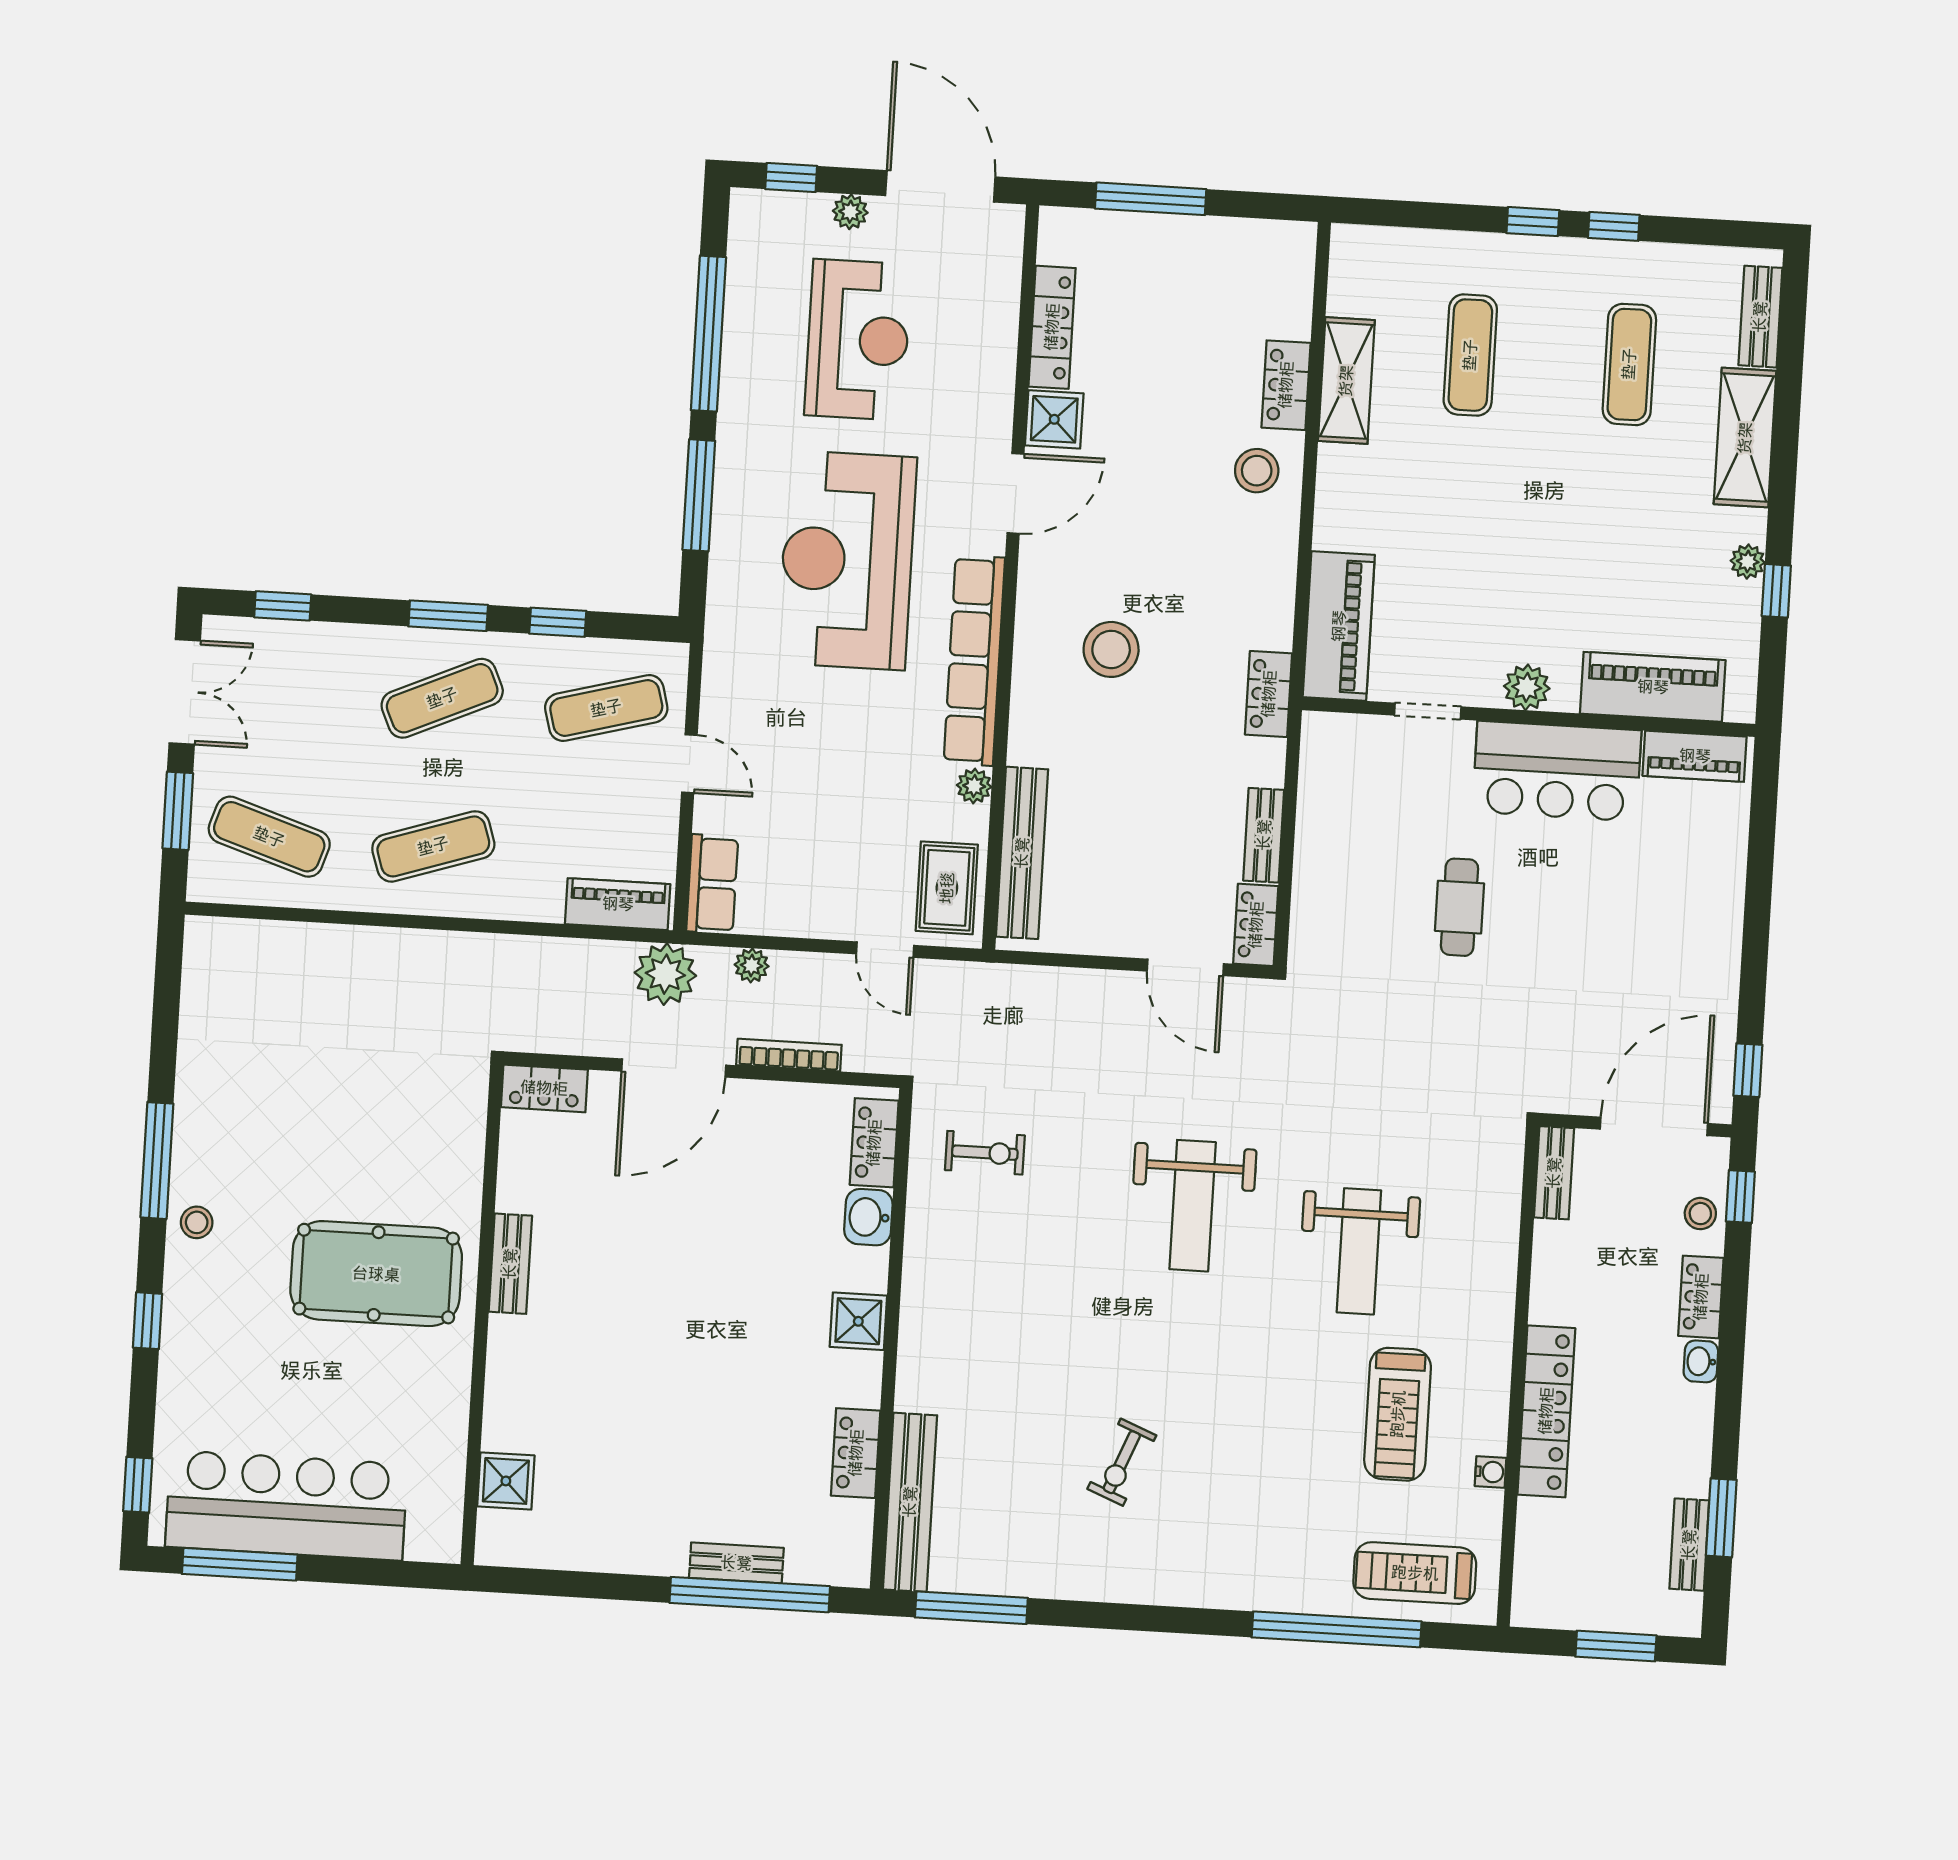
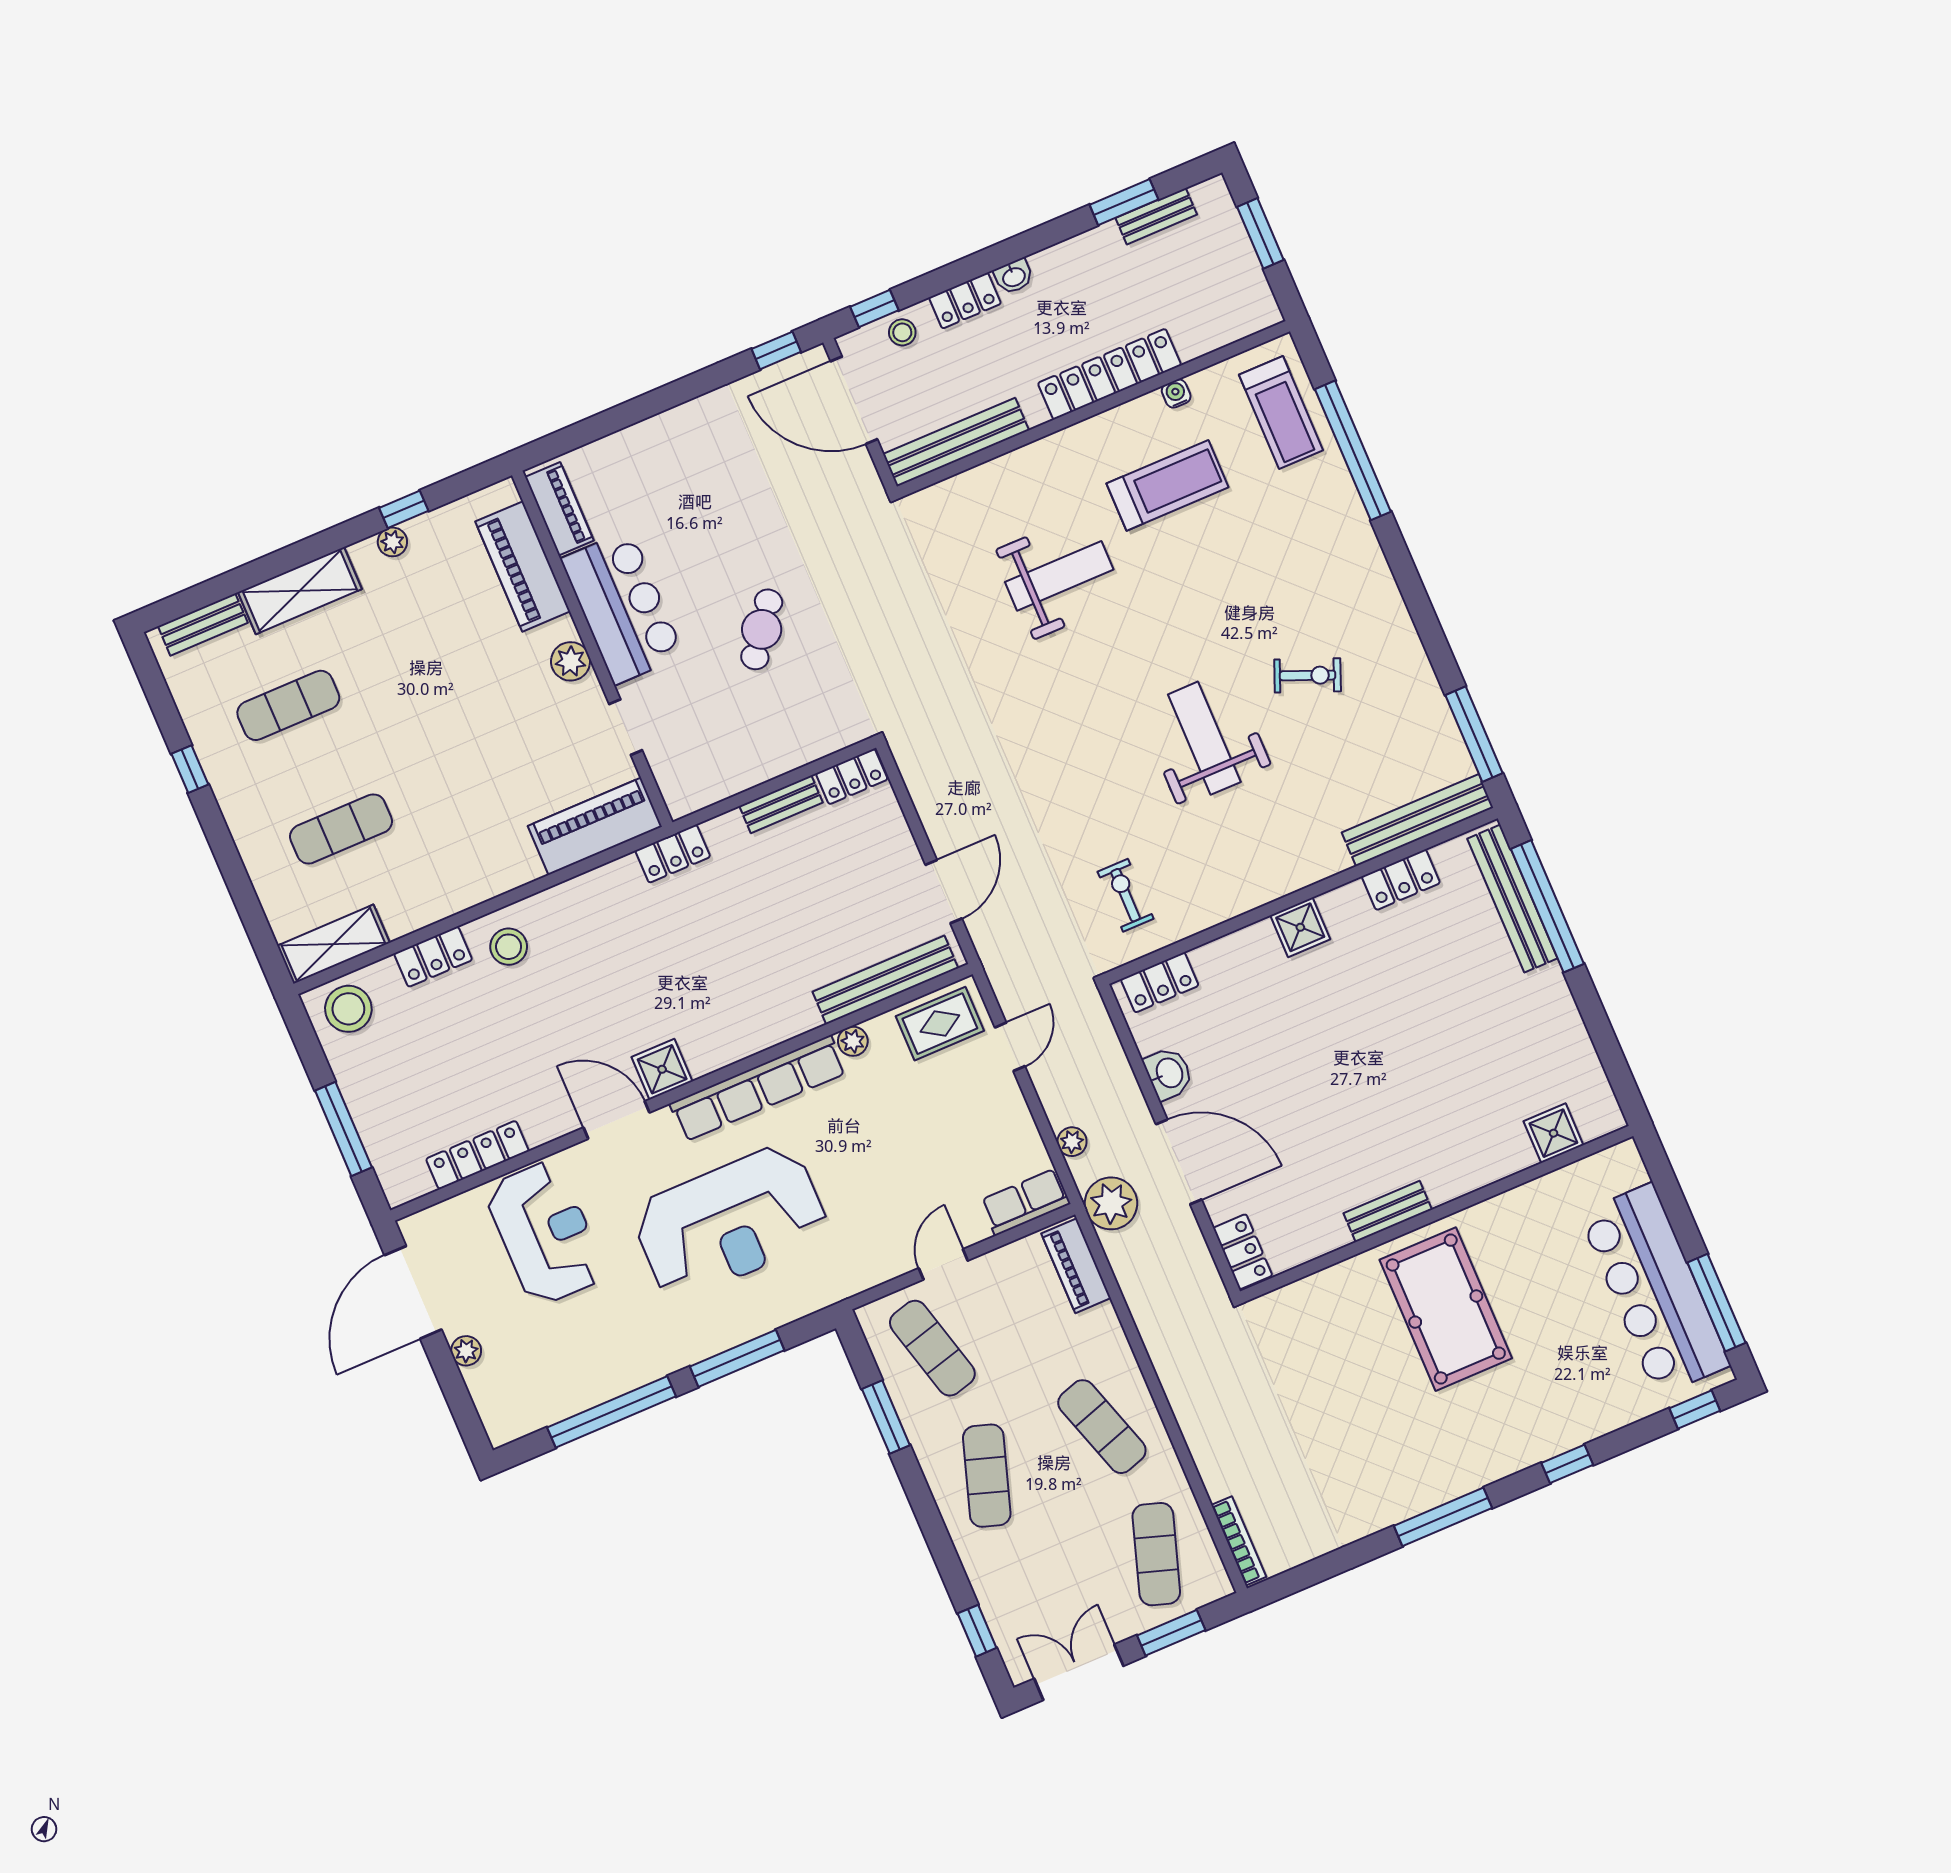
window: (791, 177) -> (463, 1408), removed
window: (1533, 222) -> (217, 832), removed
reception desk: (858, 340) -> (545, 1233), moved, turned 90
shelving: (1346, 381) -> (333, 944), moved
shower: (1054, 419) -> (662, 1069), moved
window: (448, 616) -> (922, 1502), removed
window: (558, 622) -> (886, 1417), width x1.50
stool: (1111, 649) -> (348, 1009), moved
exercise mat: (442, 698) -> (987, 1476), turned 42
cafe table: (1460, 907) -> (762, 629), turned -53
door: (1185, 967) -> (944, 892), moved
bookcase: (789, 1055) -> (1239, 1541), moved, turned 180
bench: (1554, 1173) -> (956, 442), width x1.86, depth x1.21
weight bench: (1193, 1206) -> (1204, 738), moved, turned -90
washbasin: (868, 1217) -> (1168, 1073), moved, turned -90
stool: (197, 1222) -> (1475, 1464), removed
bench: (736, 1563) -> (1512, 899), width x1.86, depth x1.21

